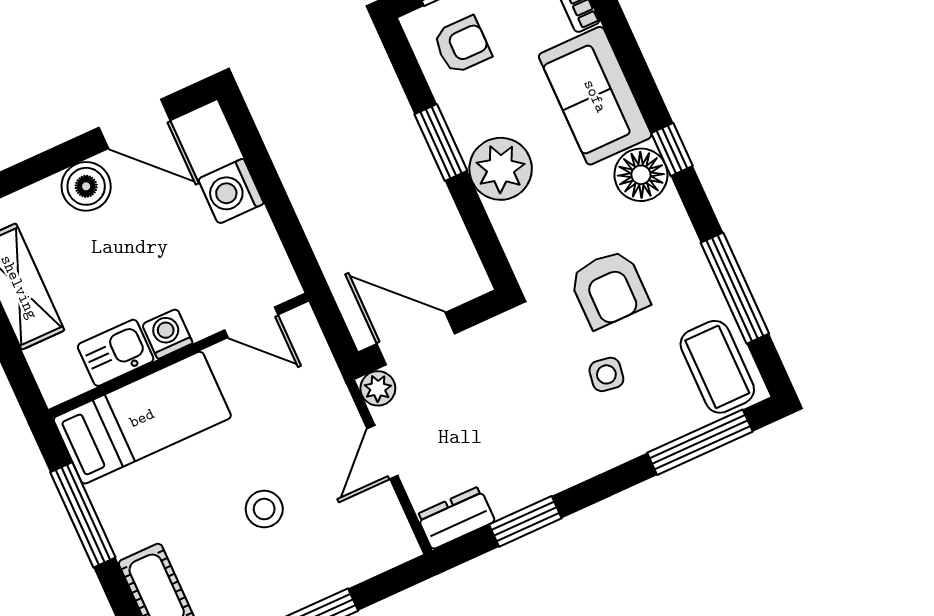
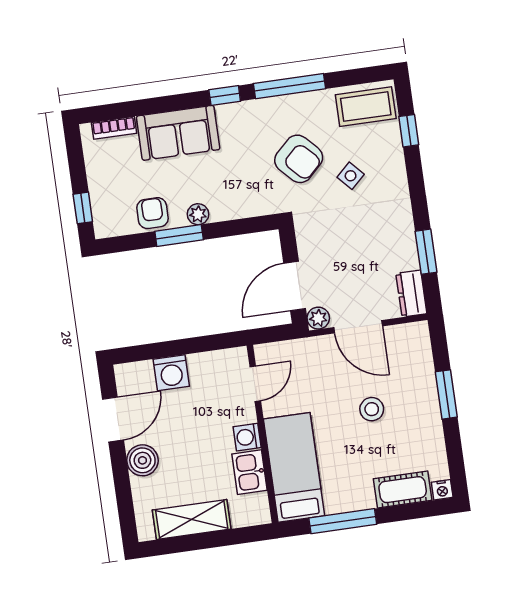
armchair: (462, 45) -> (152, 213), moved
plant: (501, 169) -> (198, 214), width x0.53, depth x0.53
floor lamp: (641, 175) -> (235, 119), removed
window: (735, 288) -> (290, 86), moved
armchair: (609, 289) -> (299, 159), turned 46
side table: (606, 374) -> (351, 176), turned 38
window: (700, 442) -> (409, 131), width x0.46
door: (382, 452) -> (358, 327), width x1.38

